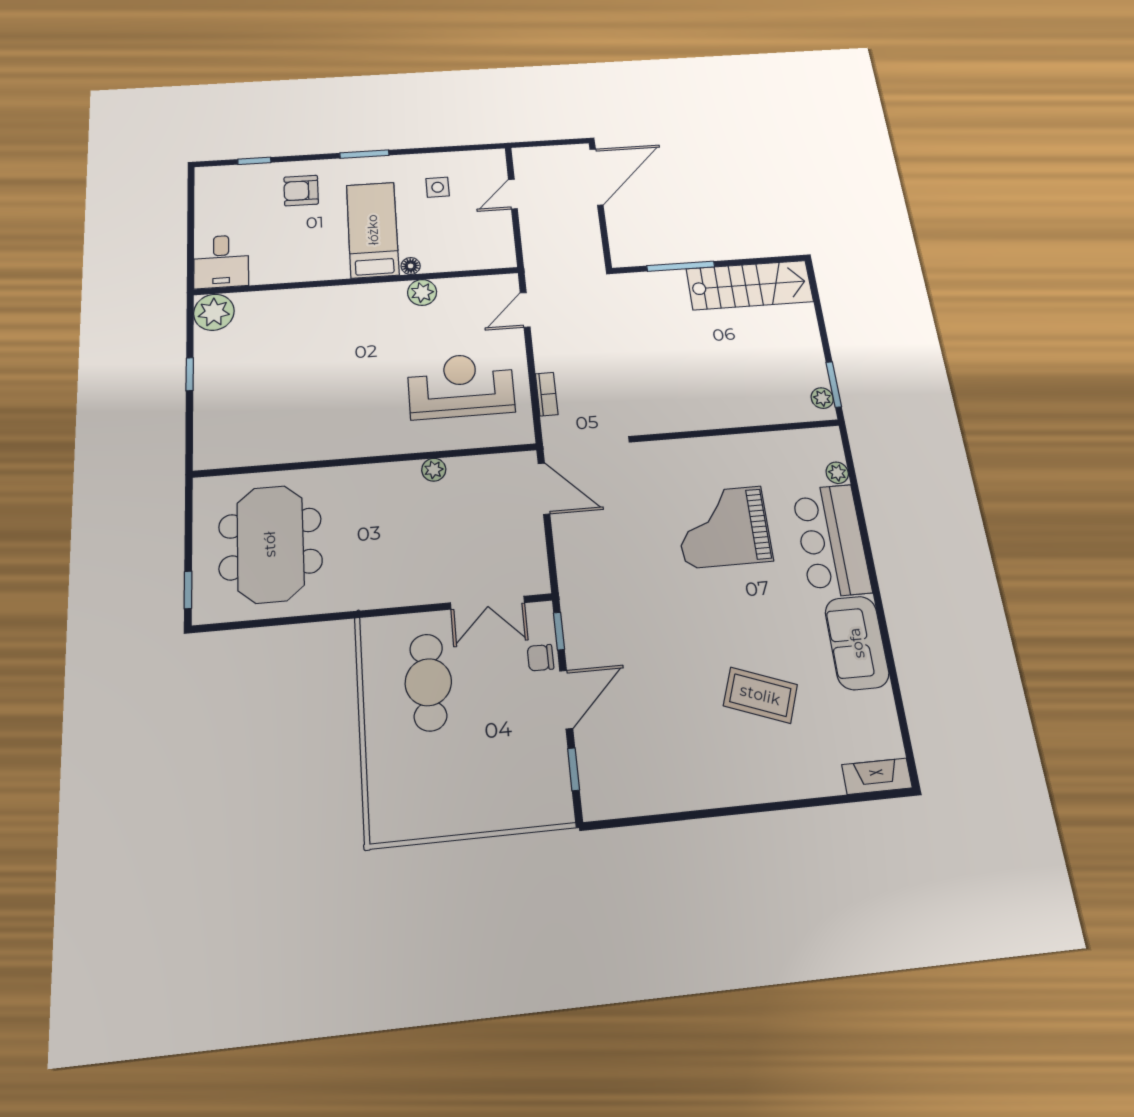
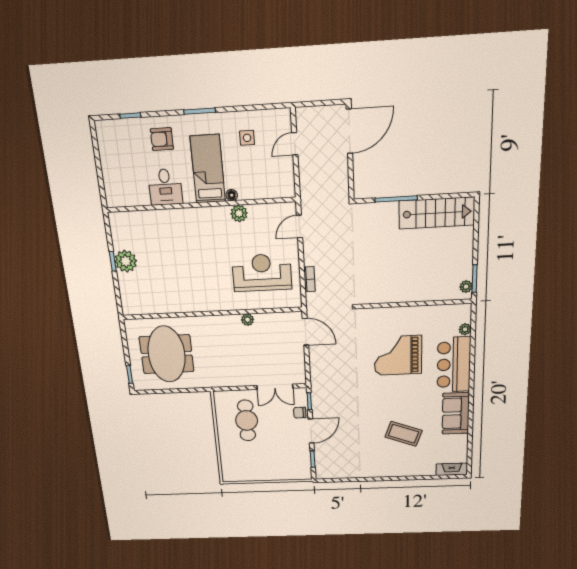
desk: (221, 261) -> (165, 187), moved
plant: (214, 312) -> (126, 261), moved

